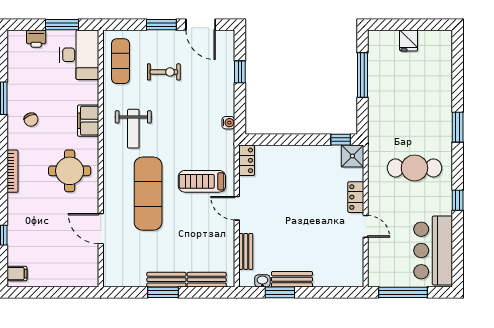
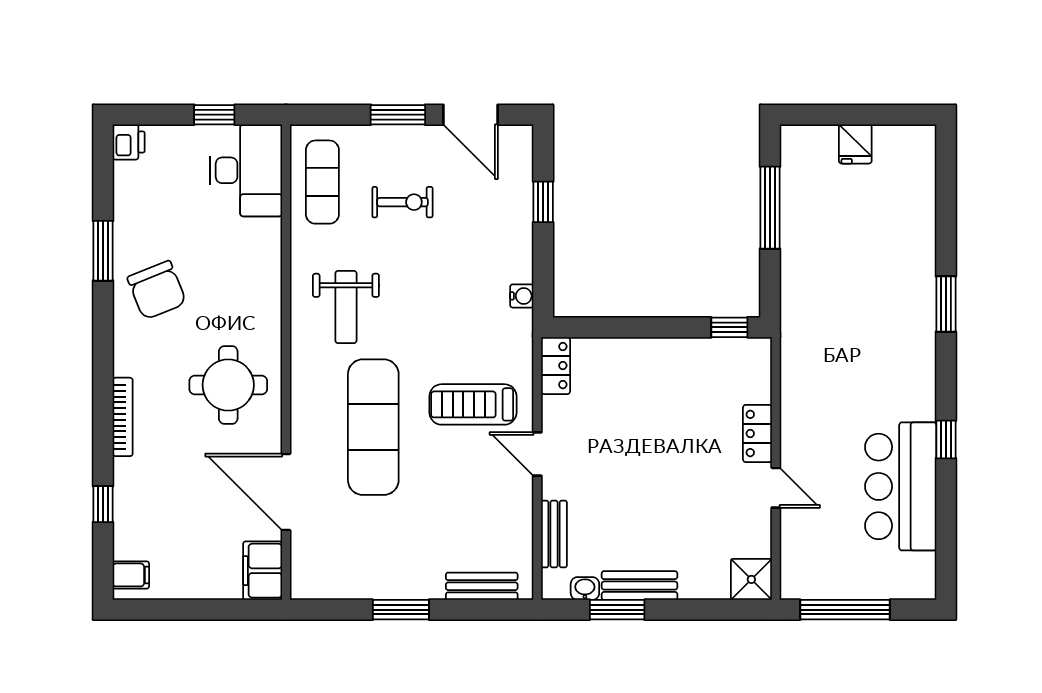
window: (62, 25) -> (214, 115), width x0.67
printer: (36, 39) -> (129, 142), moved, turned -90
chair: (31, 120) -> (157, 290), width x1.87, depth x1.87
filing cabinet: (88, 121) -> (263, 571), moved
shower: (352, 156) -> (751, 579), moved
cafe table: (414, 168) -> (866, 380), removed
bookcase: (13, 171) -> (123, 417), moved
door: (101, 229) -> (286, 492), width x1.36
bar counter: (433, 250) -> (901, 486), moved
bench: (166, 280) -> (407, 586), removed

